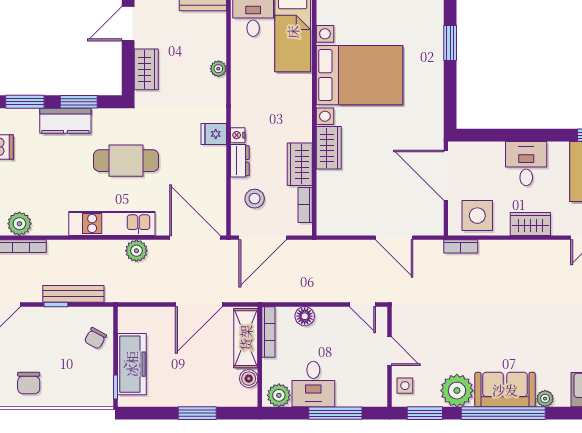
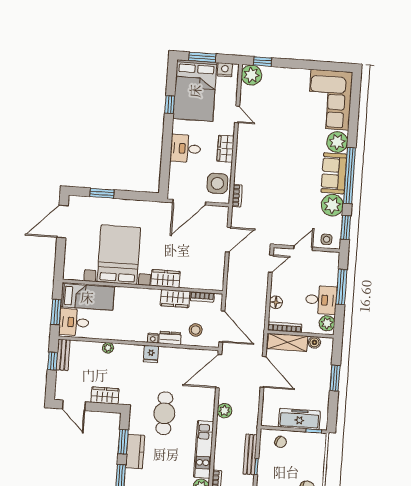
kitchen unit: (112, 223) -> (204, 449), moved
plant: (545, 399) -> (337, 142), width x1.88, depth x1.88

